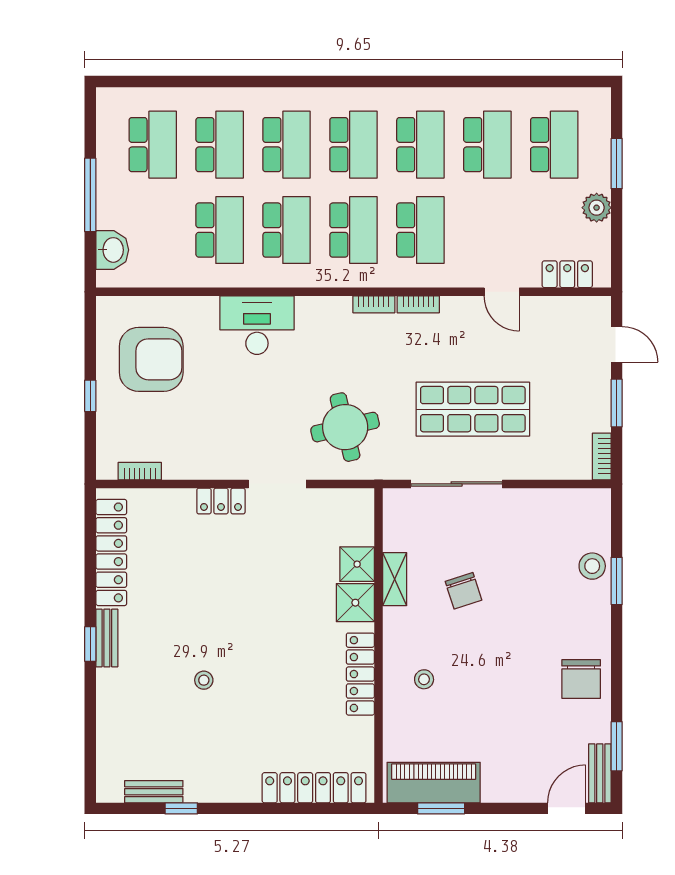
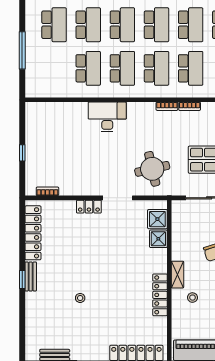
washbasin: (112, 250) -> (33, 78), removed
armchair: (151, 359) -> (53, 134), removed
shelving: (395, 579) -> (178, 275), moved
shower: (355, 603) -> (157, 219), moved

